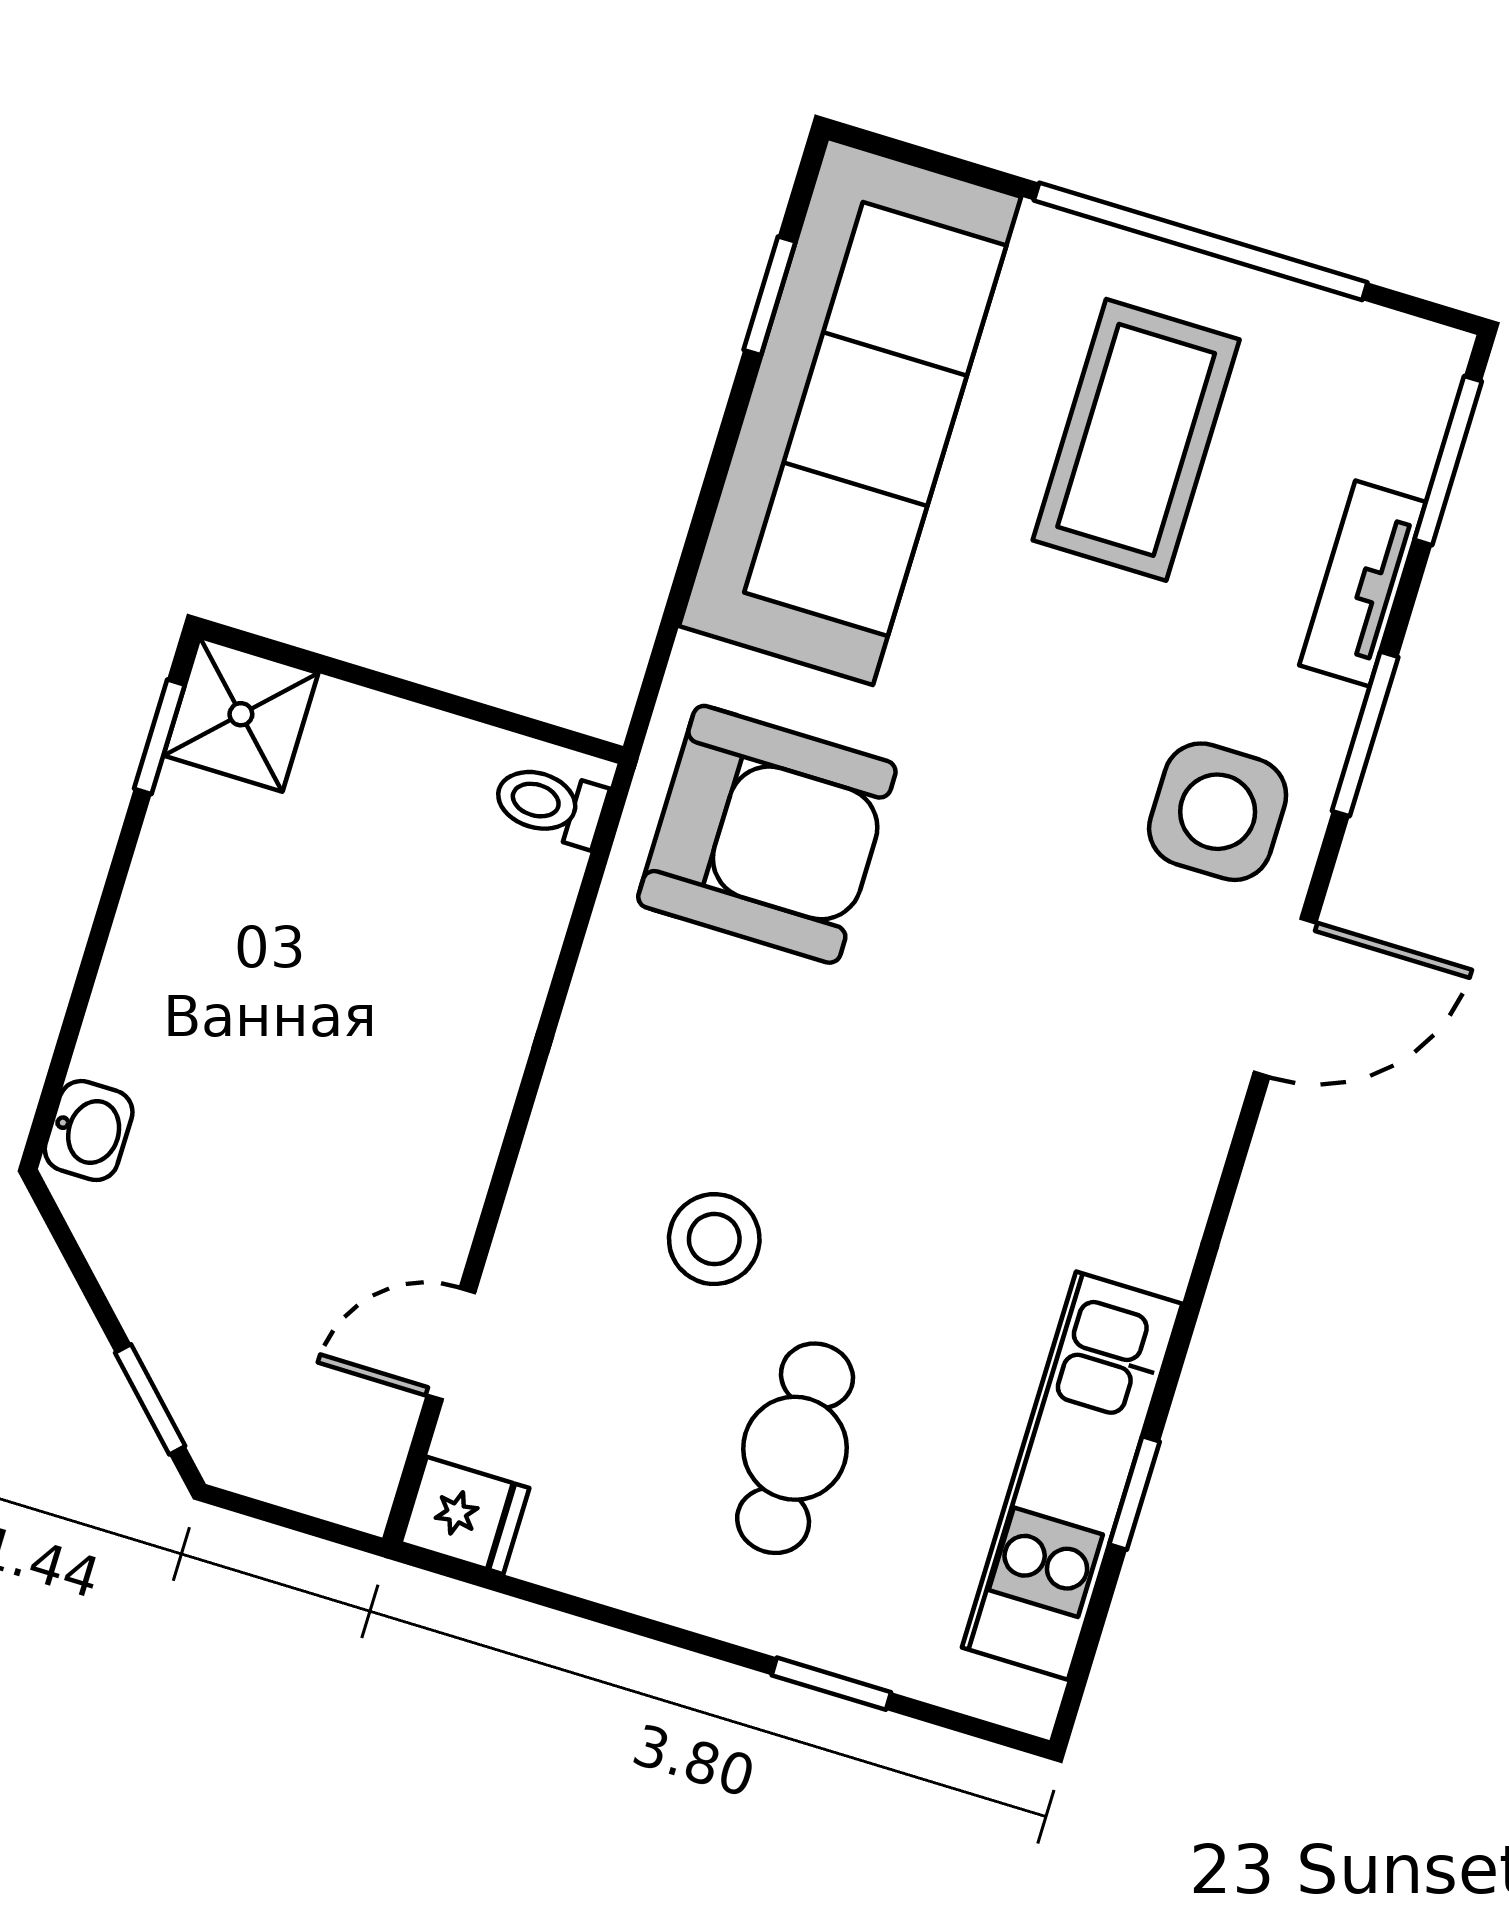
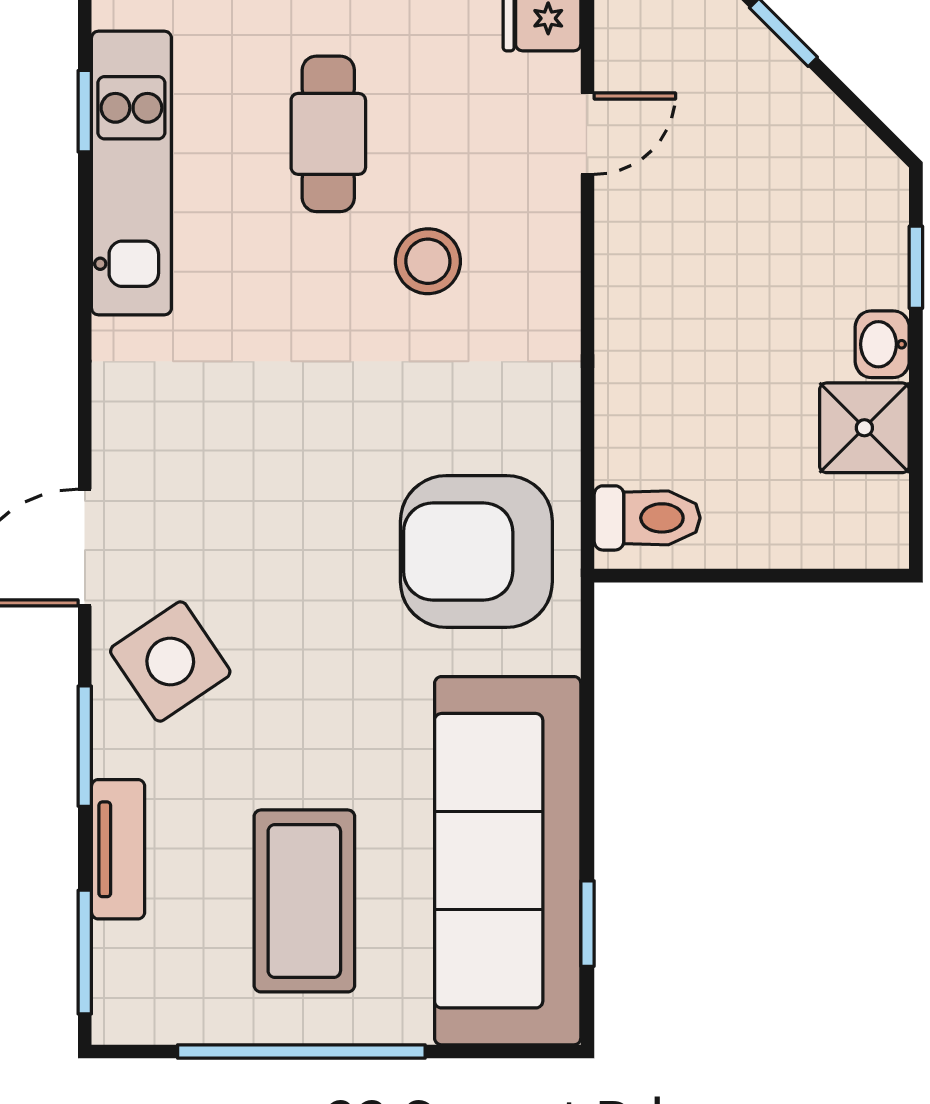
shower: (241, 714) -> (864, 428), moved
window: (159, 737) -> (916, 267), moved
toilet: (550, 804) -> (647, 518), width x1.37, depth x1.39
side table: (1218, 812) -> (170, 662), turned -34
washbasin: (89, 1131) -> (882, 344), moved
window: (1134, 1493) -> (85, 111), moved

